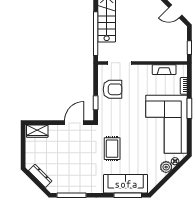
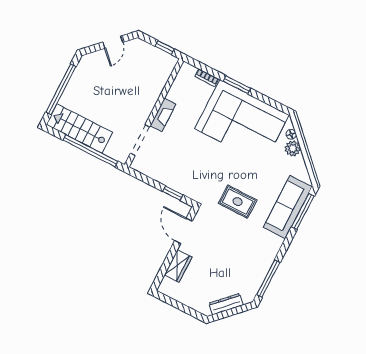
fireplace: (164, 70) -> (163, 115), moved
armchair: (112, 89) -> (167, 165), removed
wardrobe: (37, 131) -> (178, 266), moved

